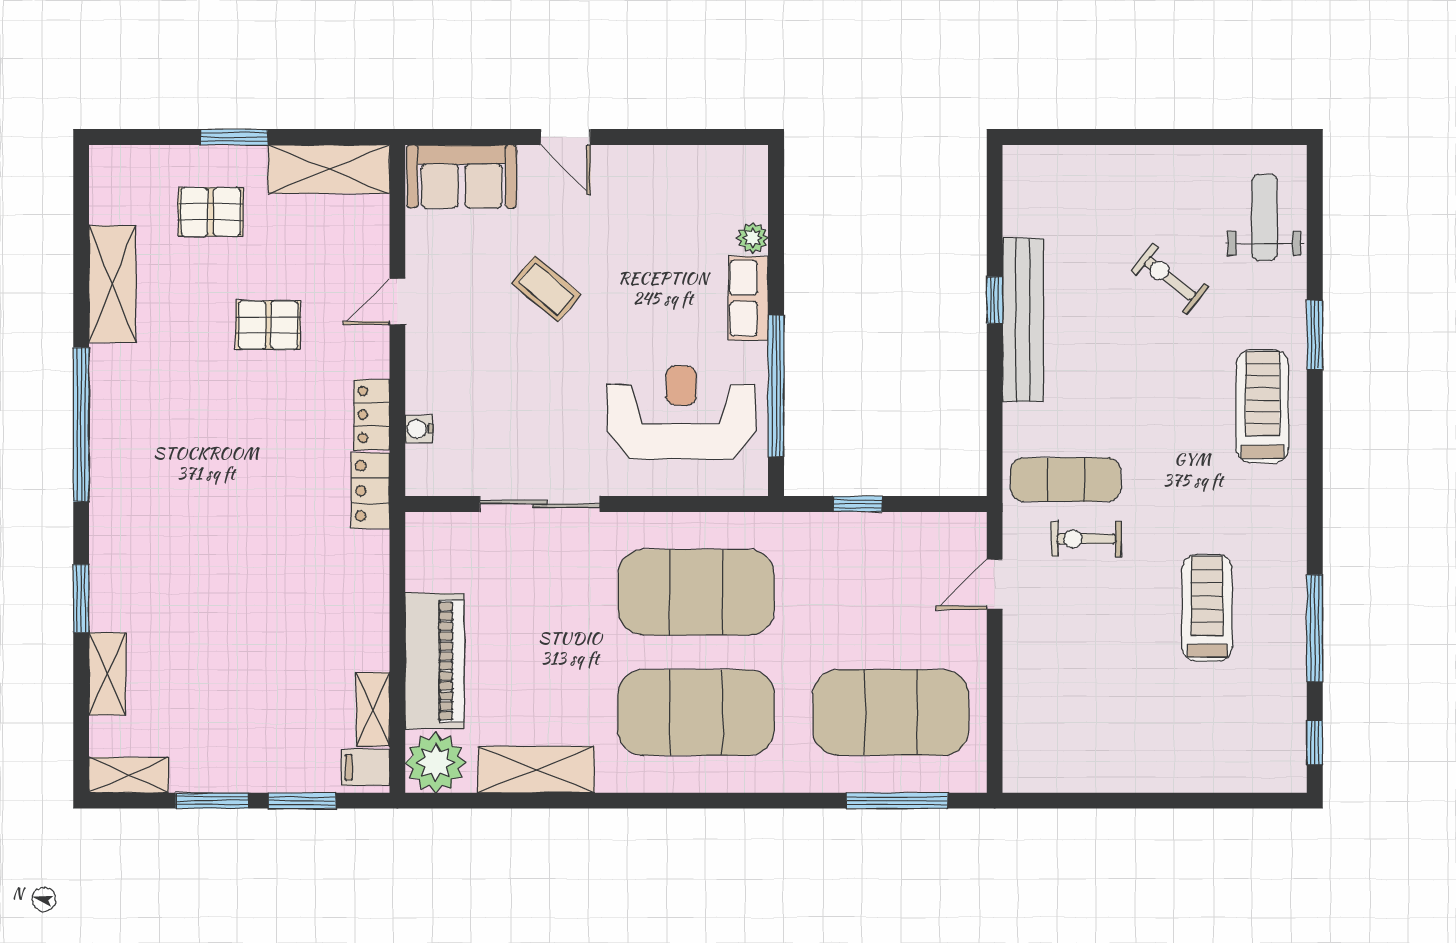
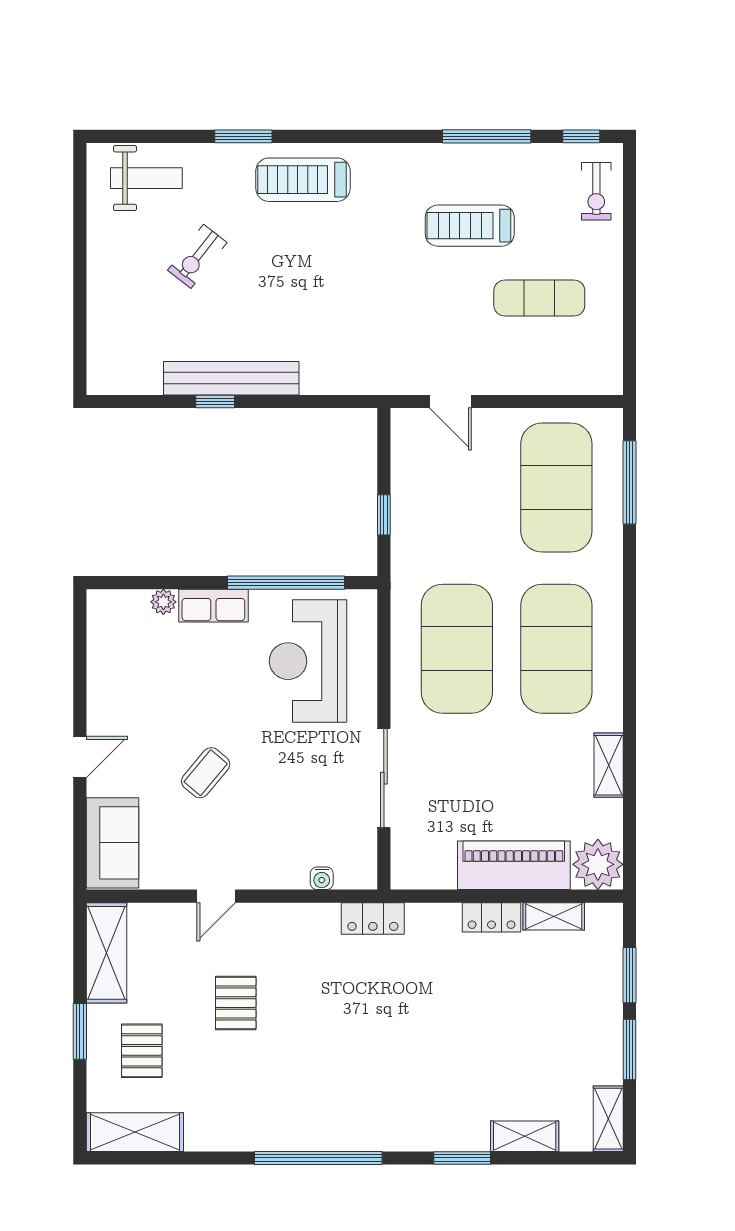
weight bench: (1264, 217) -> (146, 178), turned 180
shelving: (112, 284) -> (135, 1132), moved
door: (397, 302) -> (216, 896), hinge flipped
locker: (372, 415) -> (492, 917), moved
exercise mat: (1066, 480) -> (539, 298), moved, turned 90
exercise bike: (1086, 539) -> (596, 191), moved
filing cabinet: (365, 767) -> (602, 923), removed
shelving: (536, 770) -> (609, 765), width x0.67, depth x0.75

